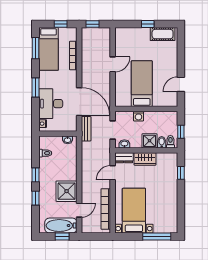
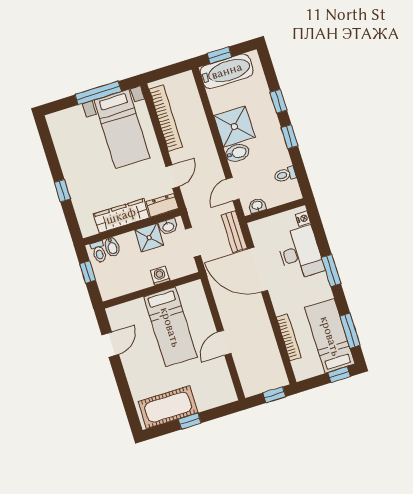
window: (61, 24) -> (339, 375), moved
cot: (163, 34) -> (168, 407), width x1.37, depth x1.34
shower: (149, 141) -> (149, 238), moved
wardrobe: (145, 159) -> (121, 216), width x1.50
window: (181, 173) -> (62, 191), moved
bidet: (70, 175) -> (237, 153), added
door: (79, 210) -> (233, 189), moved
window: (157, 236) -> (98, 93), moved

